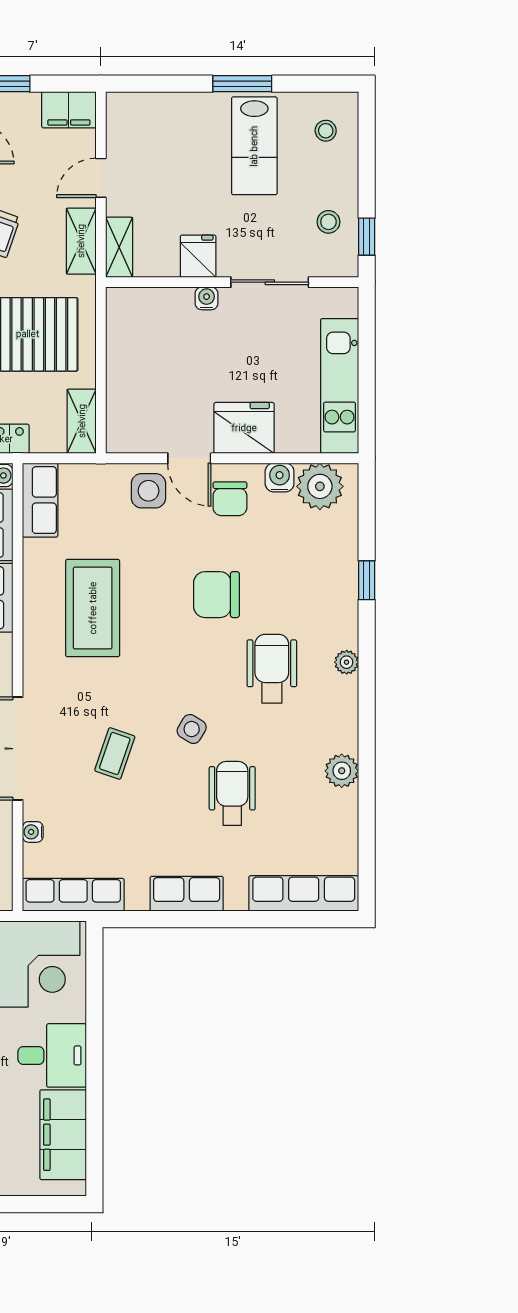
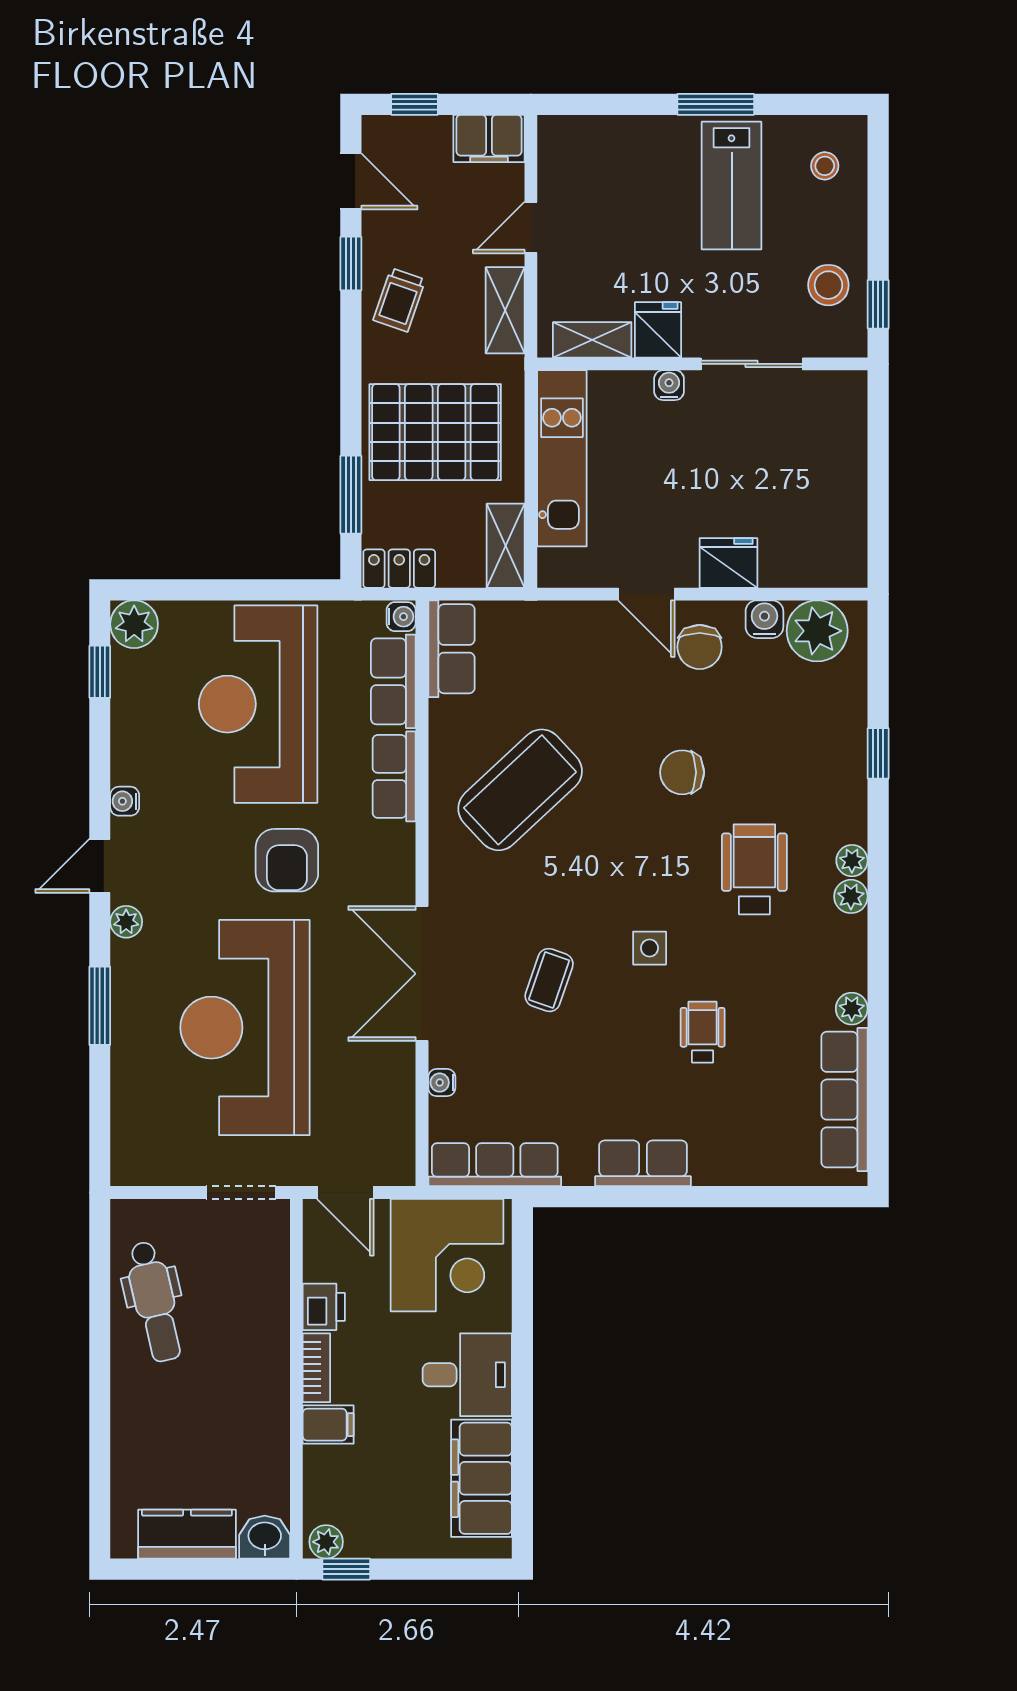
stool: (328, 222) -> (828, 285), width x1.37, depth x1.37
shelving: (119, 247) -> (592, 340), moved, turned 90
kitchen unit: (340, 386) -> (562, 458), moved, turned 180
fridge: (244, 428) -> (728, 563), width x0.73, depth x0.75
side table: (148, 491) -> (593, 636), removed
chair: (217, 595) -> (682, 772), width x0.73, depth x0.73
coffee table: (93, 608) -> (520, 790), turned 47
plant: (346, 690) -> (851, 896), added
side table: (192, 729) -> (650, 948), turned -31
plant: (342, 771) -> (852, 1009), width x0.73, depth x0.73
wheelchair: (232, 793) -> (703, 1032), width x0.73, depth x0.73
row of seats: (304, 893) -> (844, 1100), moved, turned -90

